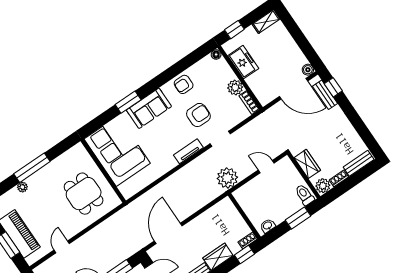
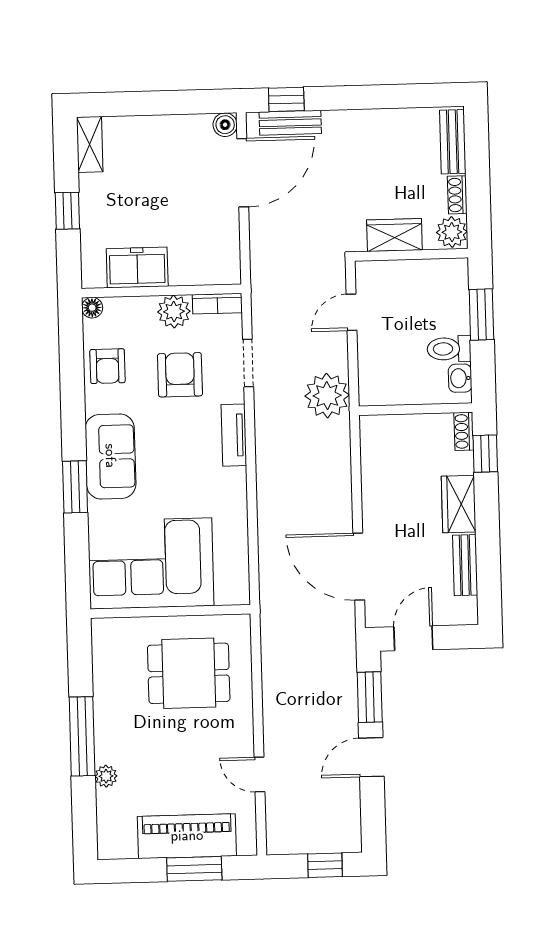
floor lamp: (216, 54) -> (92, 308), moved
freezer: (243, 62) -> (137, 268), moved
wall: (240, 77) -> (161, 291), moved
plant: (235, 88) -> (174, 312), moved
bookcase: (249, 103) -> (217, 304), moved
toilet: (305, 195) -> (449, 349), moved

